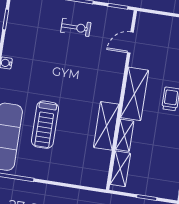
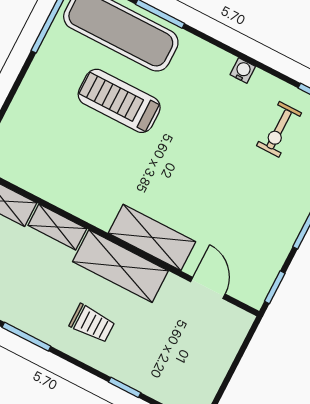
exercise bike: (76, 27) -> (279, 129), moved
shelving: (106, 126) -> (152, 237), moved

